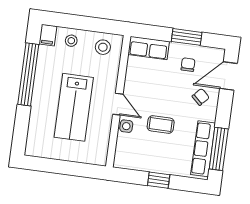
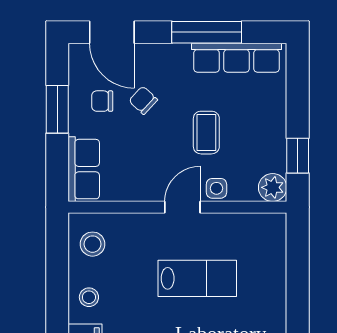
chair: (201, 97) -> (143, 100), moved
lab bench: (74, 107) -> (197, 278), width x0.73, depth x0.72
window: (219, 149) -> (207, 32), moved
plant: (122, 160) -> (273, 187), added
window: (159, 180) -> (298, 156), moved

